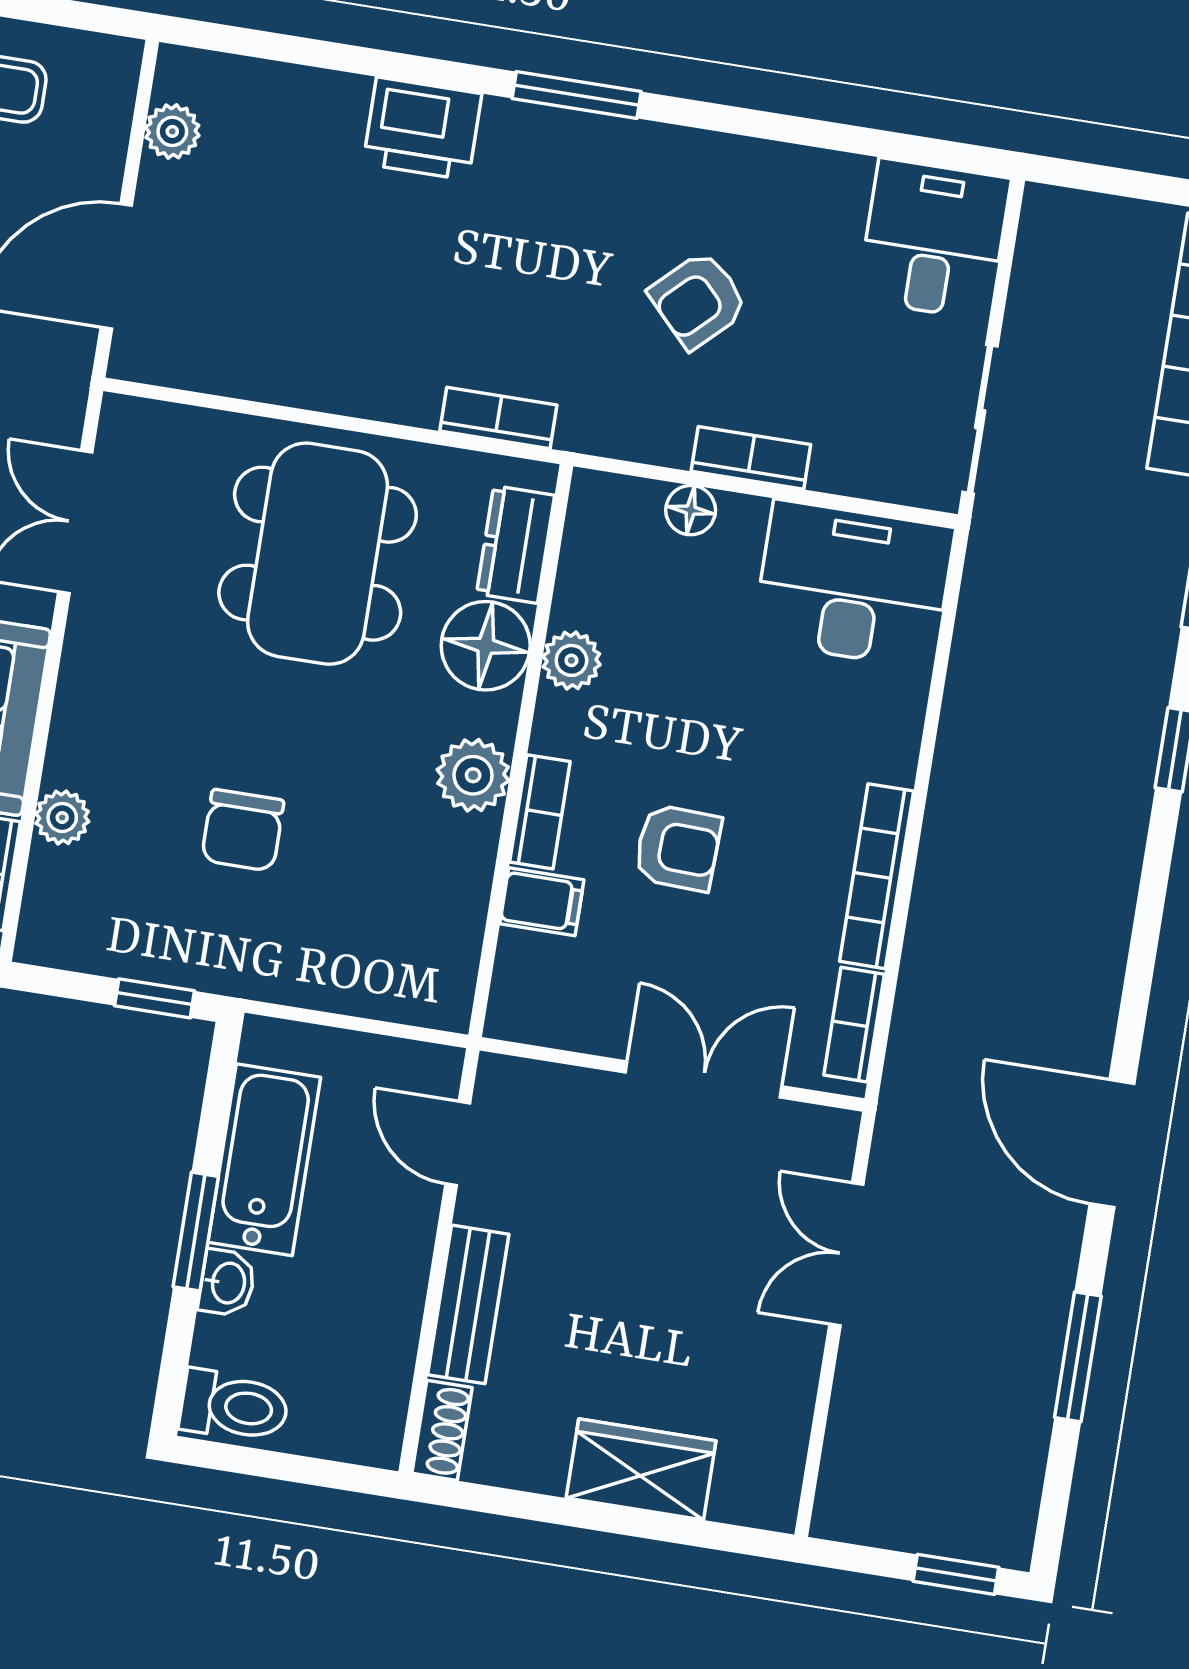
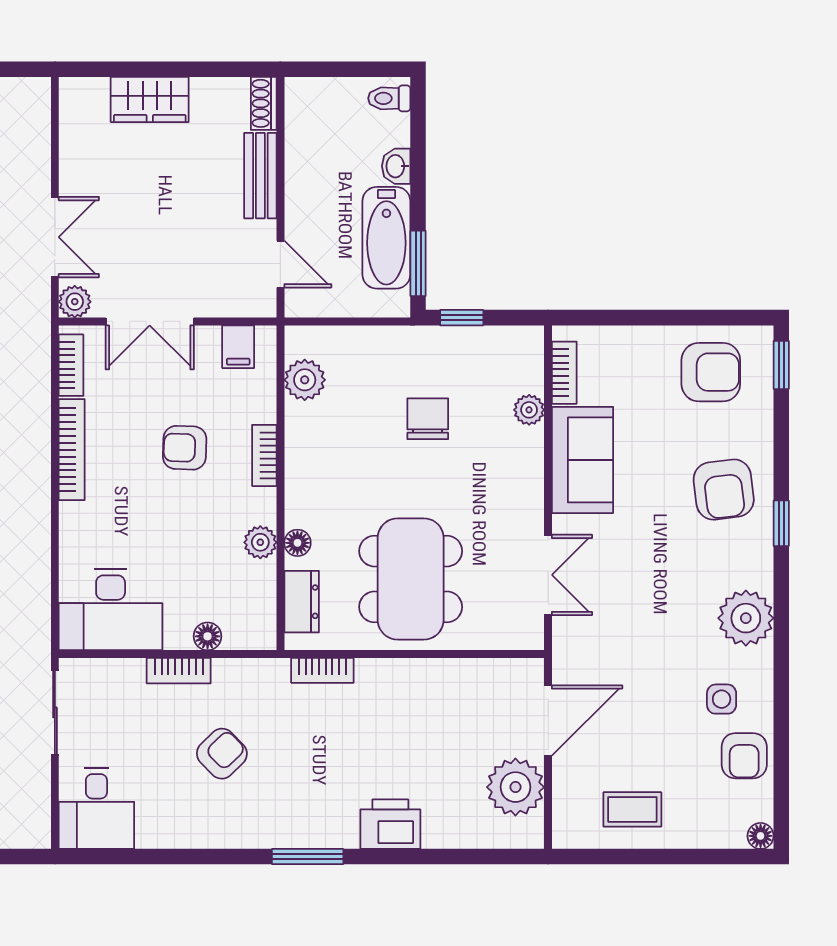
plant: (172, 131) -> (515, 787), width x1.87, depth x1.87
floor lamp: (486, 646) -> (297, 543), width x0.53, depth x0.53
plant: (473, 775) -> (305, 380), moved
filing cabinet: (542, 902) -> (238, 347), moved, turned -90
plant: (830, 1135) -> (75, 302), added
window: (196, 1232) -> (418, 263), moved
toilet: (234, 1406) -> (389, 98), width x0.73, depth x0.72

